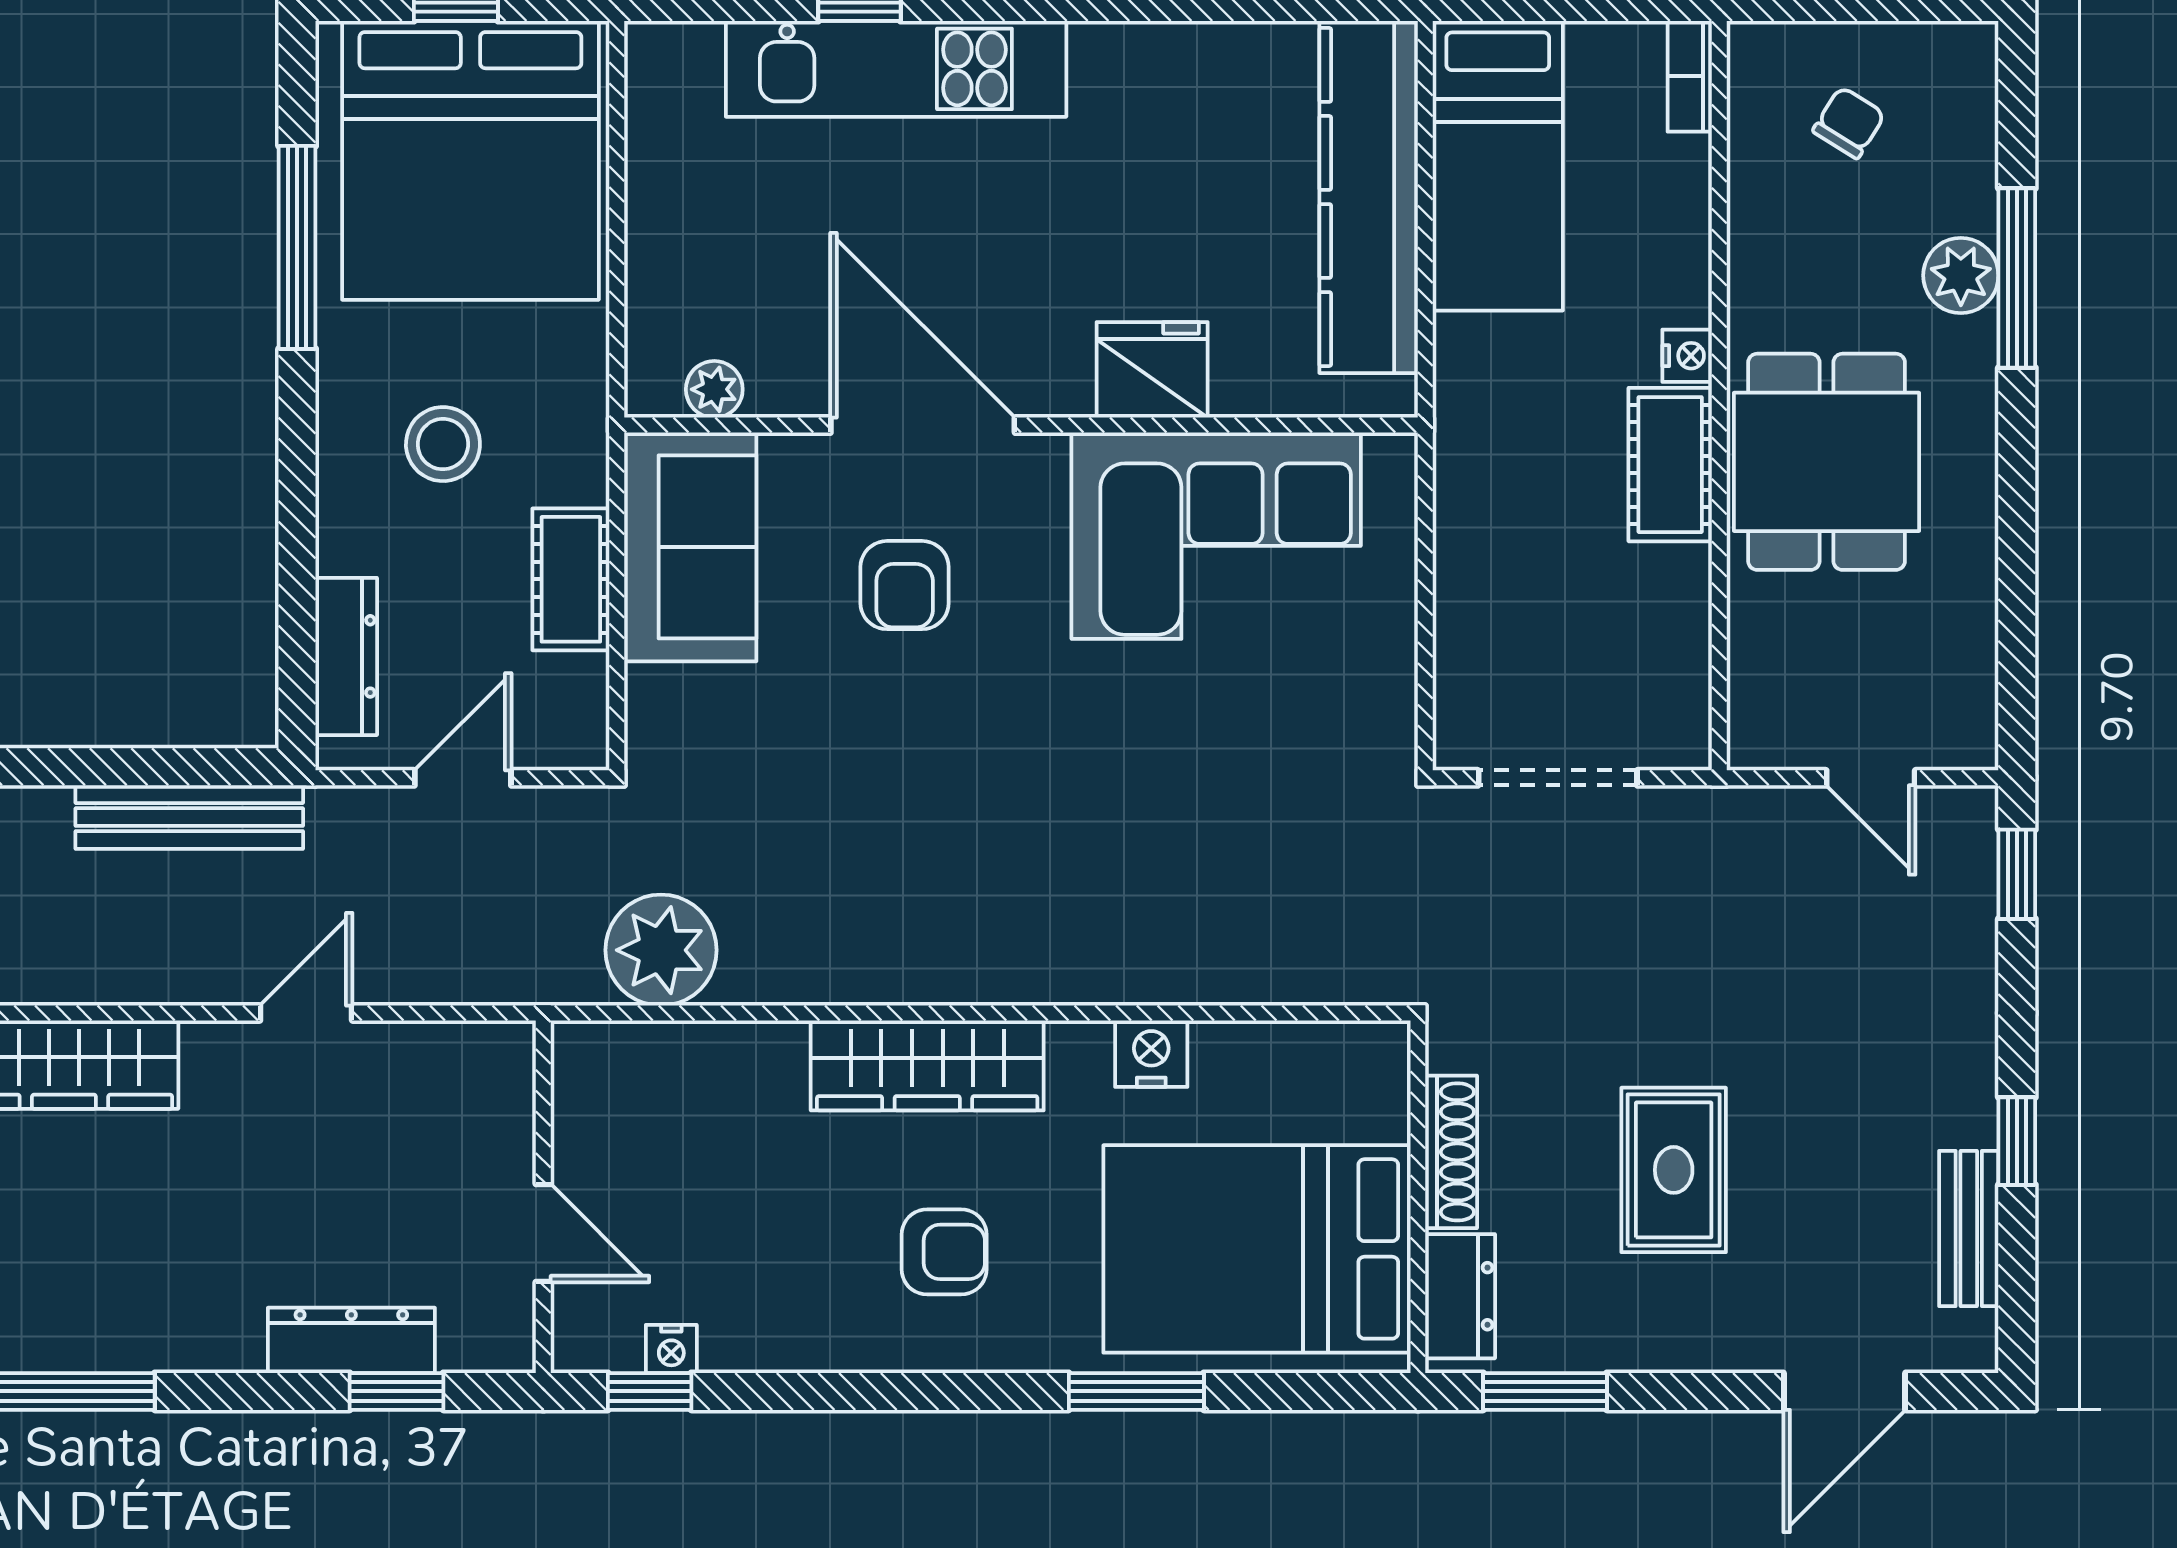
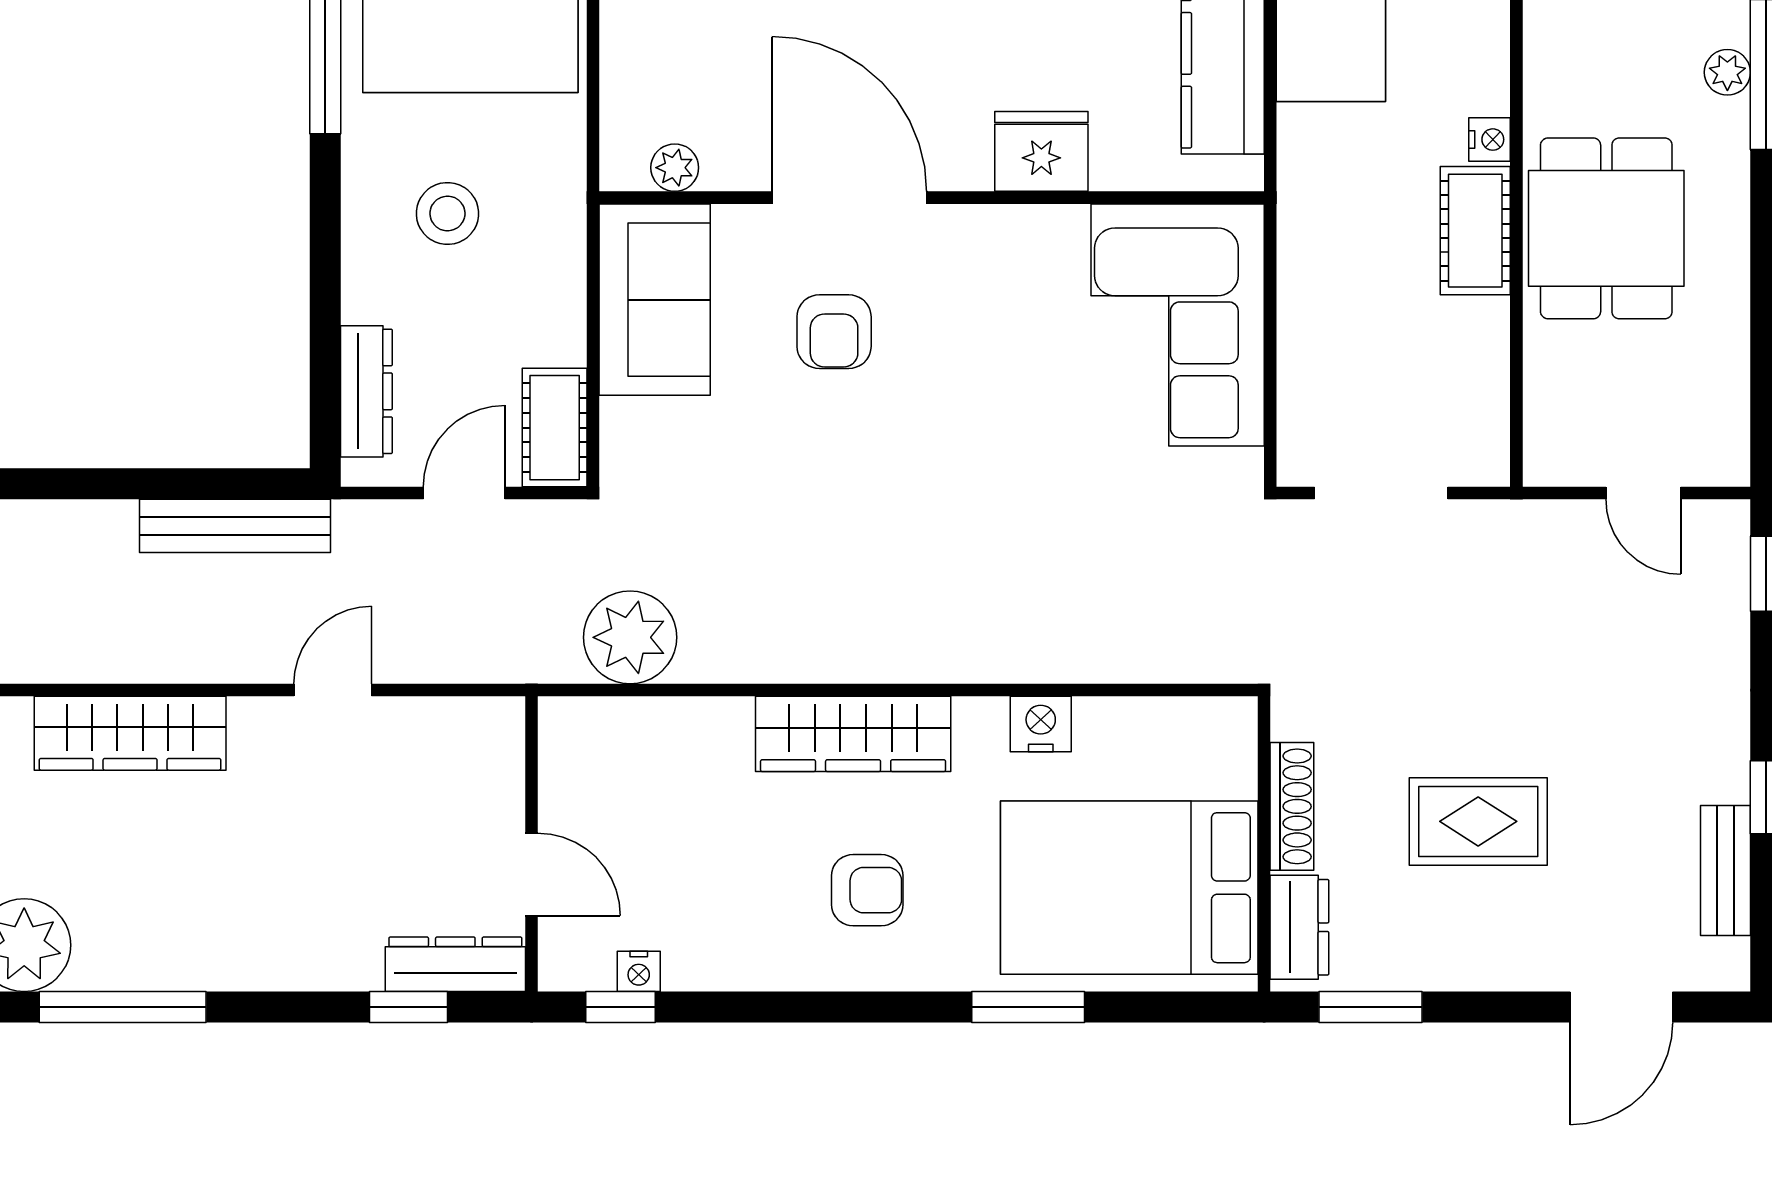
plant: (1961, 275) -> (1727, 72), width x0.73, depth x0.73
corner sofa: (1216, 536) -> (1178, 325), moved, turned 90
cot: (571, 579) -> (555, 428), moved
rug: (1674, 1170) -> (1478, 821), turned 90
dresser: (351, 1340) -> (455, 964), moved

